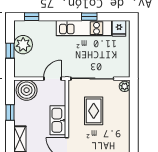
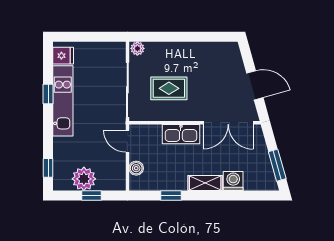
boiler: (27, 90) -> (136, 168), width x0.54, depth x0.54

